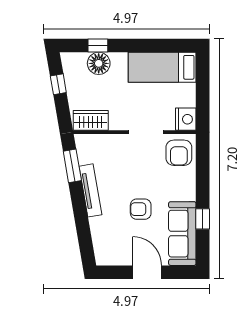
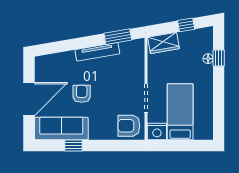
floor lamp: (99, 63) -> (208, 59), width x0.53, depth x0.53
bed: (162, 67) -> (180, 112), moved
wardrobe: (91, 120) -> (163, 43), moved, turned 80
door: (147, 272) -> (29, 99), width x1.36

